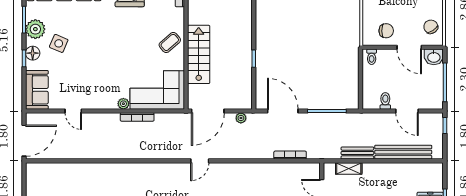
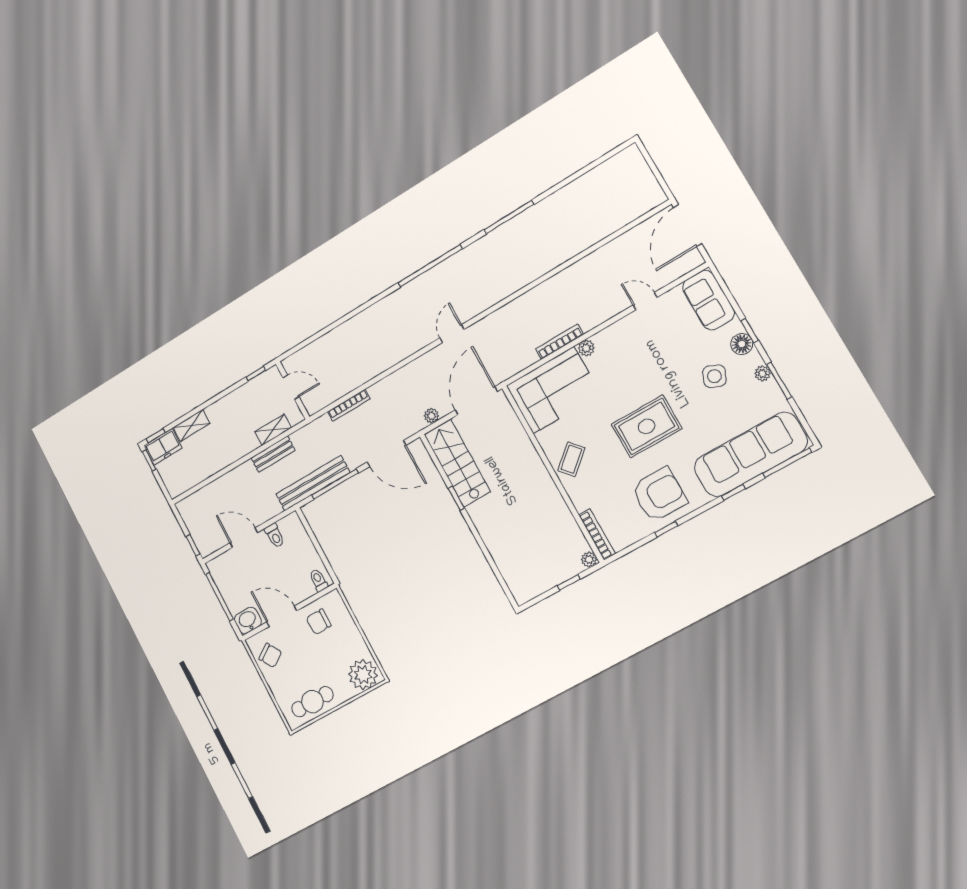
plant: (35, 29) -> (762, 373), width x0.53, depth x0.53
rug: (114, 37) -> (647, 426), added
stairs: (199, 54) -> (457, 463), moved, turned 180
bench: (403, 152) -> (313, 483), moved

